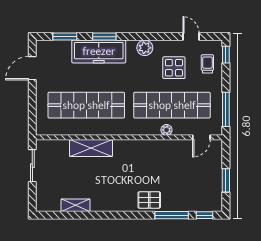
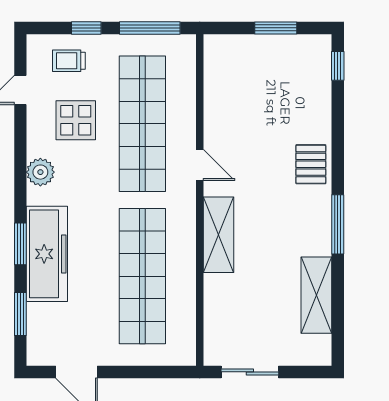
window: (226, 55) -> (86, 28), moved
plant: (166, 130) -> (186, 134), removed
door: (201, 137) -> (200, 165), moved
shelving: (91, 148) -> (218, 235), moved
shelving: (76, 205) -> (316, 295), width x1.50, depth x1.33
window: (172, 215) -> (338, 224), moved

